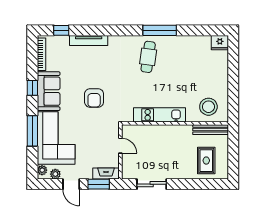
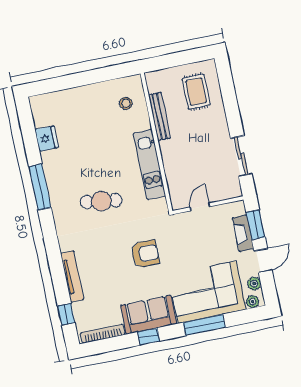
fridge: (220, 43) -> (47, 139), moved
cafe table: (148, 57) -> (101, 201), moved
stool: (208, 107) -> (126, 103), width x0.53, depth x0.53
bench: (211, 130) -> (159, 116), moved
rug: (206, 161) -> (196, 92), turned 90
fireplace: (106, 174) -> (243, 233), moved

